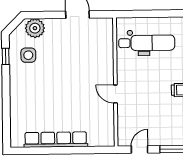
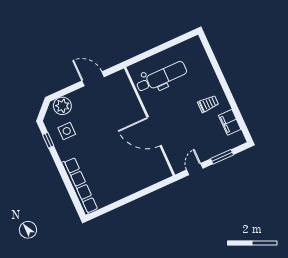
door: (115, 94) -> (154, 131), width x1.87
row of seats: (56, 140) -> (80, 186), moved, turned 90

